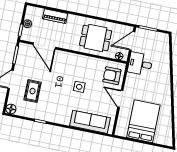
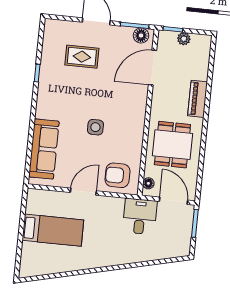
piano: (55, 16) -> (198, 99), moved
armchair: (112, 76) -> (117, 175), turned -90
floor lamp: (11, 109) -> (141, 35), moved
bed: (143, 121) -> (53, 230), width x0.67

